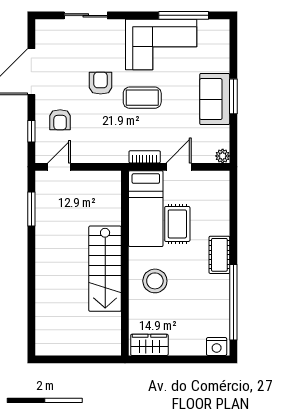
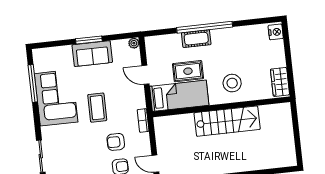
armchair: (101, 83) -> (116, 142), moved
bookcase: (145, 157) -> (143, 121), moved
cot: (219, 255) -> (196, 39), moved
window: (233, 302) -> (205, 27), moved

